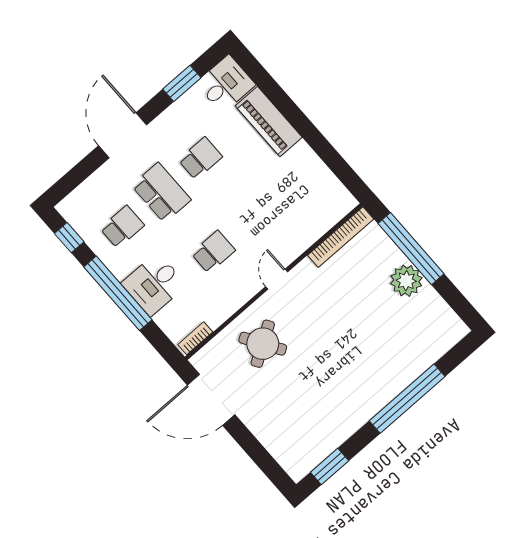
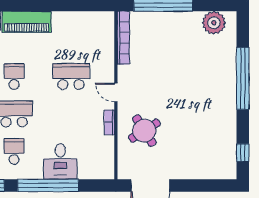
school desk: (213, 252) -> (71, 76), moved, width x1.85
plant: (406, 281) -> (214, 23), moved
bookcase: (195, 338) -> (109, 122), moved
window: (330, 466) -> (243, 153), width x0.67

